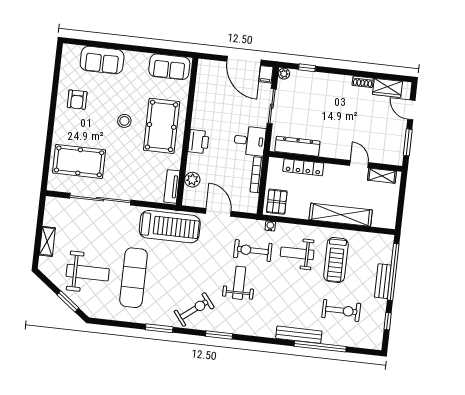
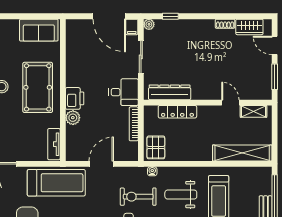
plant: (192, 180) -> (73, 118), moved
door: (218, 212) -> (101, 164), hinge flipped
shelving: (341, 215) -> (242, 153), moved

